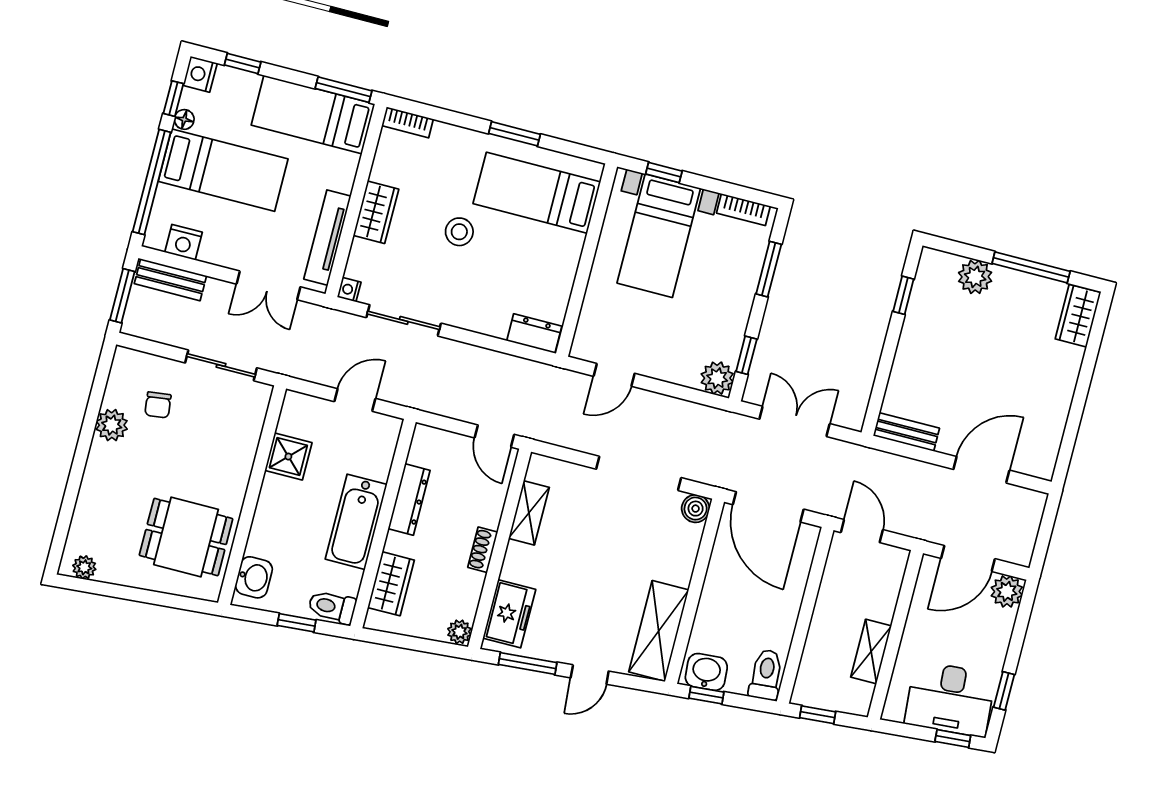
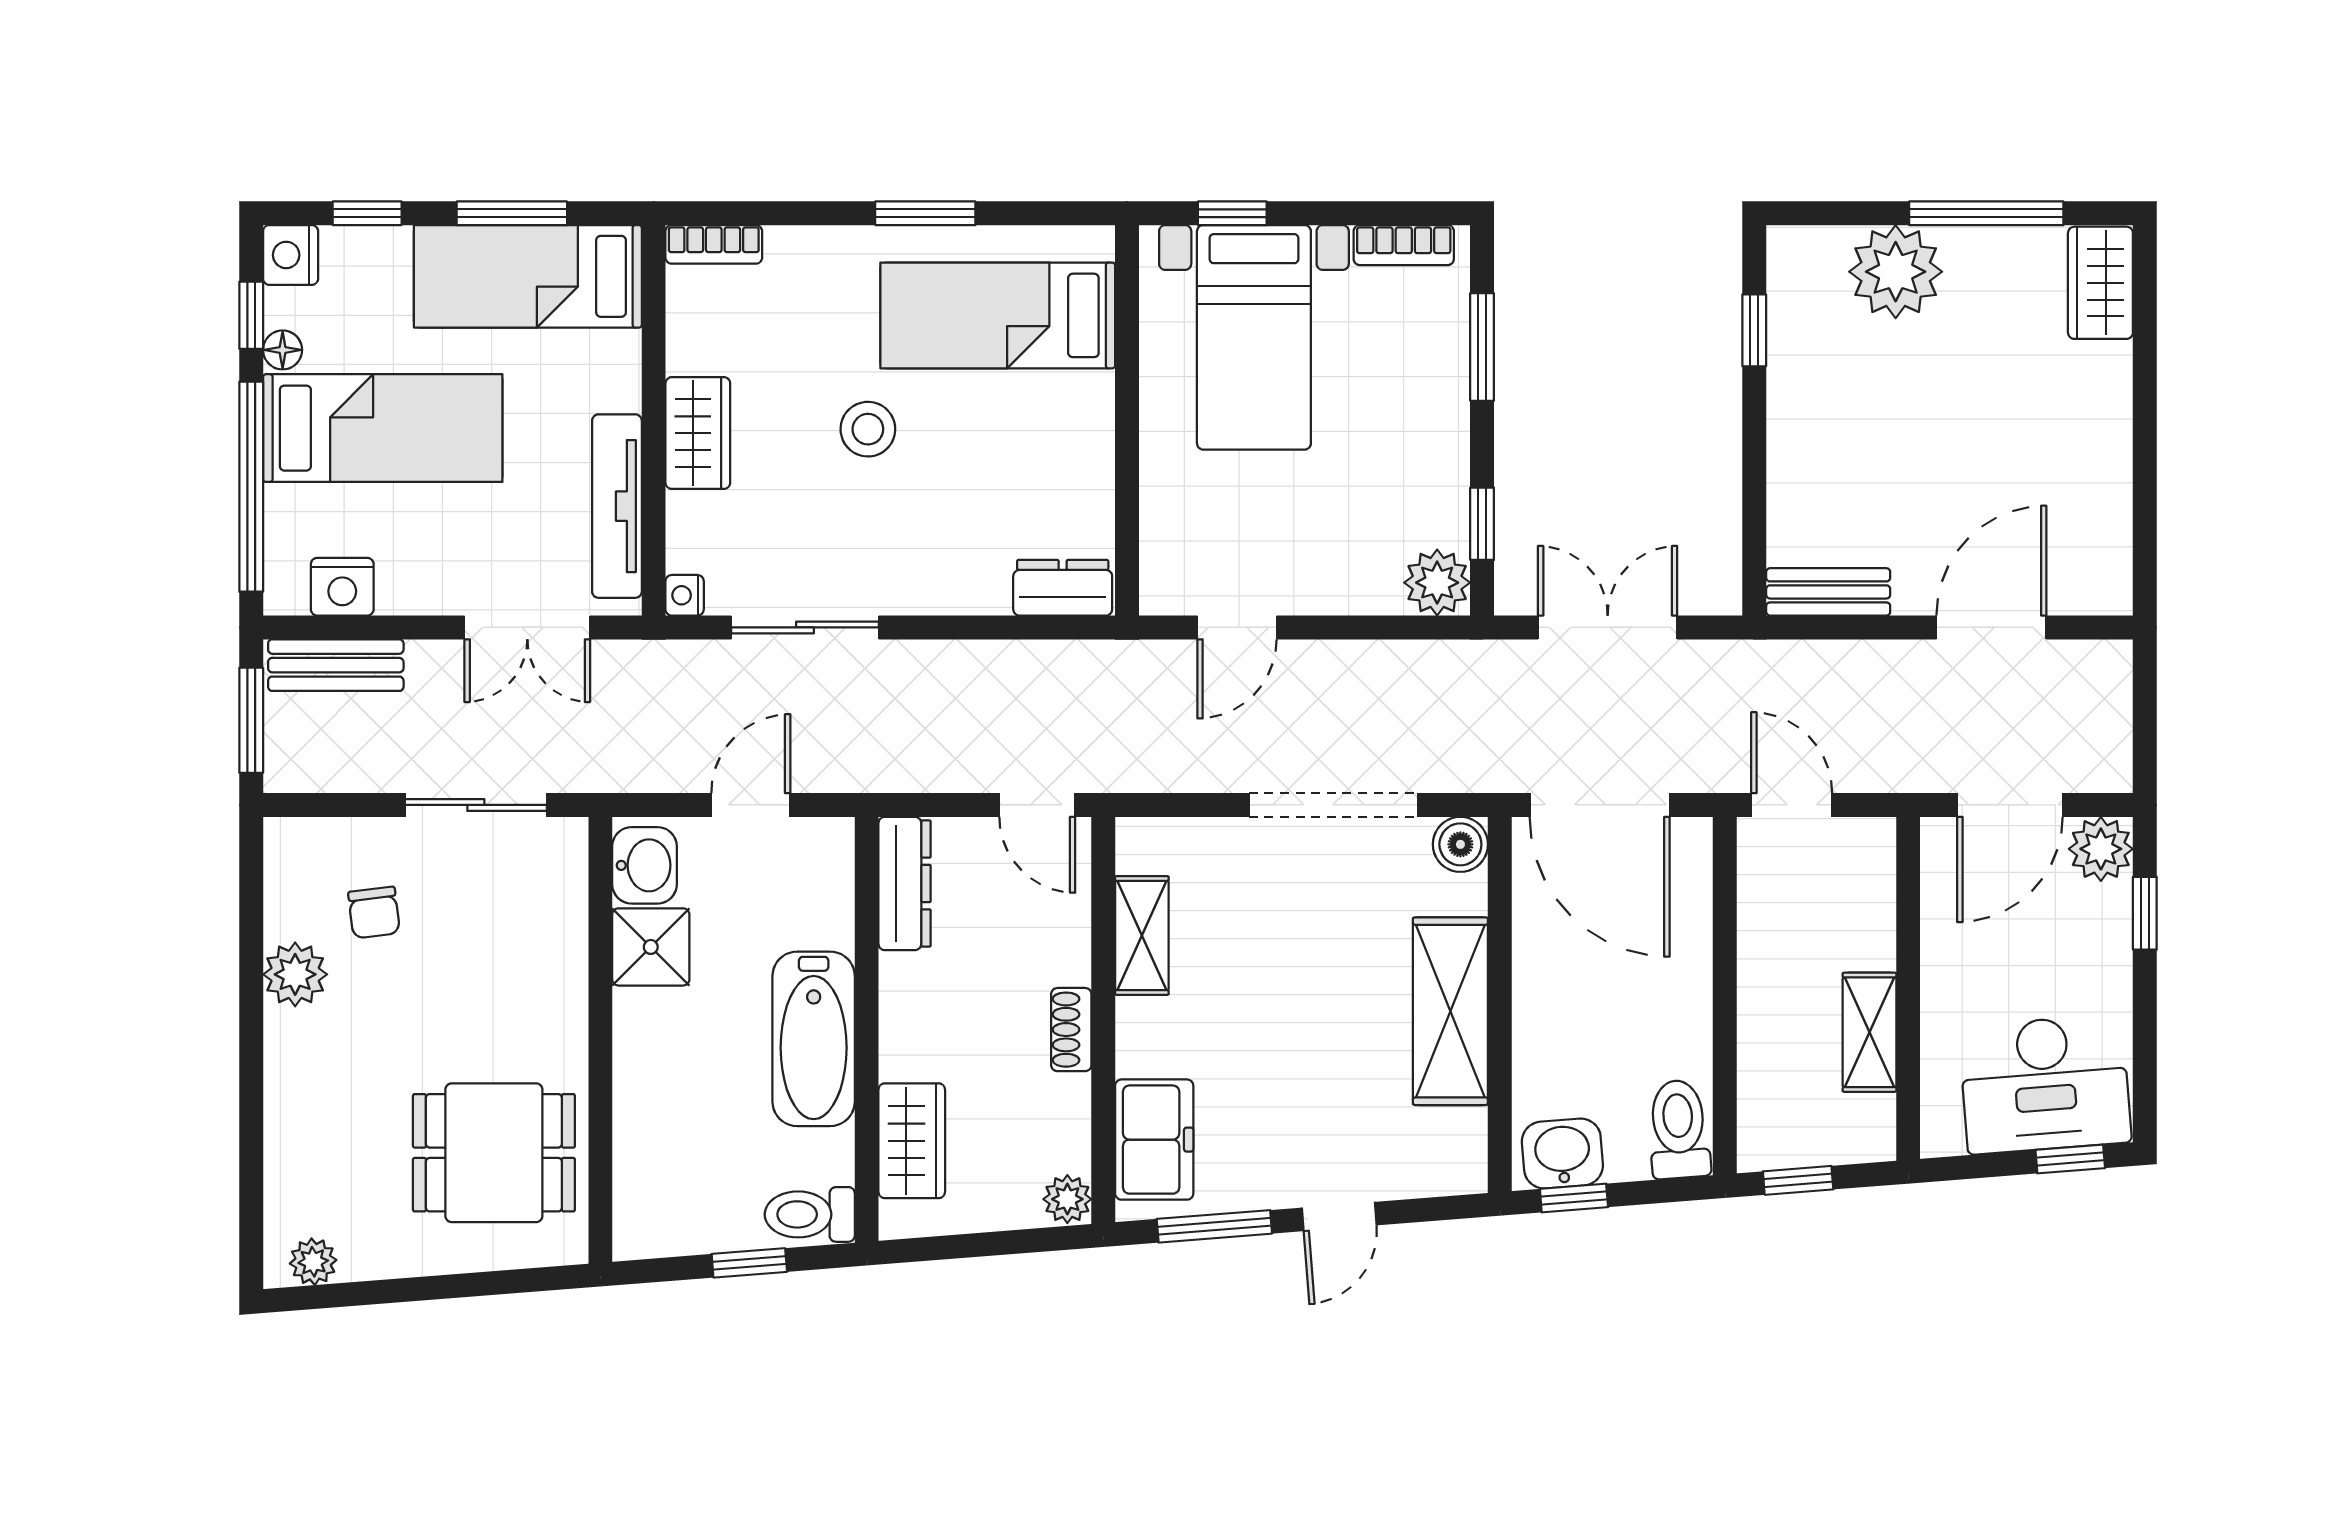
window: (344, 90) -> (512, 213), moved
plant: (975, 277) -> (1896, 272), width x1.36, depth x1.36
dresser: (409, 499) -> (905, 883), moved
washbasin: (254, 577) -> (645, 865), moved
shelving: (659, 631) -> (1450, 1011), moved
window: (1004, 691) -> (2145, 913), moved

